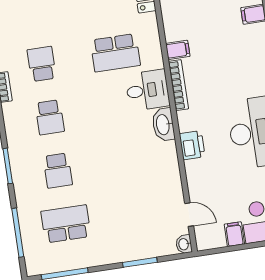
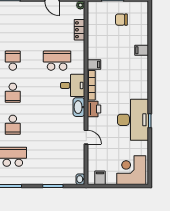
school desk: (115, 53) -> (57, 61), turned 180
printer: (192, 145) -> (94, 109), moved
door: (189, 215) -> (86, 137), moved
filing cabinet: (234, 234) -> (100, 178), moved

